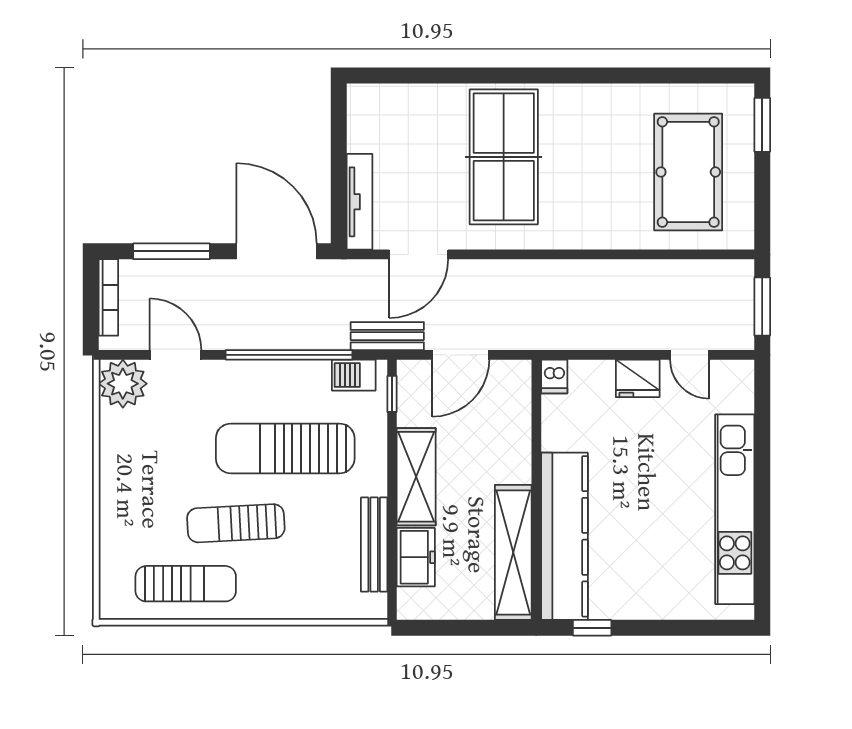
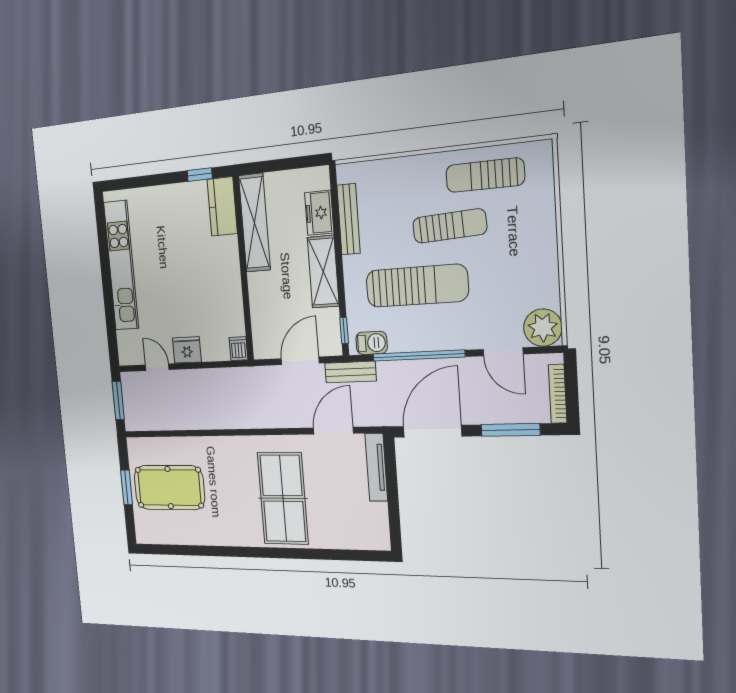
window: (762, 125) -> (127, 487), moved
pool table: (688, 172) -> (169, 488), turned 90
door: (277, 251) -> (432, 431), swing flipped
kitchen counter: (564, 536) -> (222, 206), width x0.48, depth x0.86

